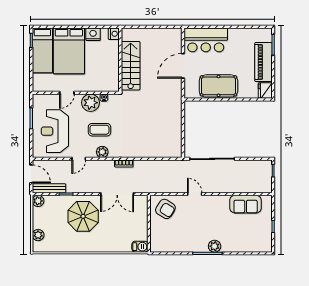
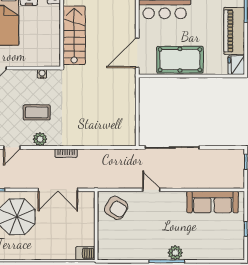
door: (183, 66) -> (137, 53), moved
plant: (90, 103) -> (26, 80), removed
sofa: (246, 204) -> (213, 202), width x1.36

